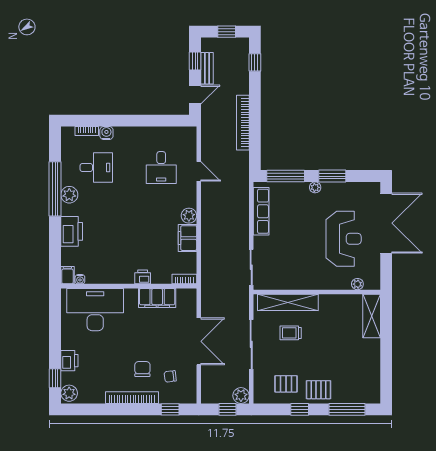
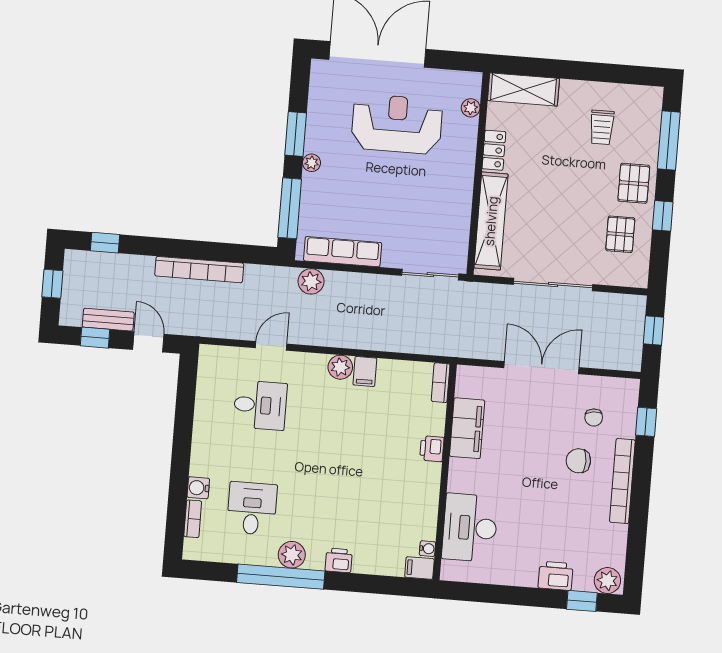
printer: (72, 231) -> (339, 560), width x0.53, depth x0.68
filing cabinet: (187, 238) -> (365, 372), width x0.50
locker: (332, 301) -> (494, 150), added
desk: (95, 310) -> (470, 528), width x0.73, depth x0.77
trolley: (291, 333) -> (602, 127), moved
plant: (241, 396) -> (311, 281), moved

